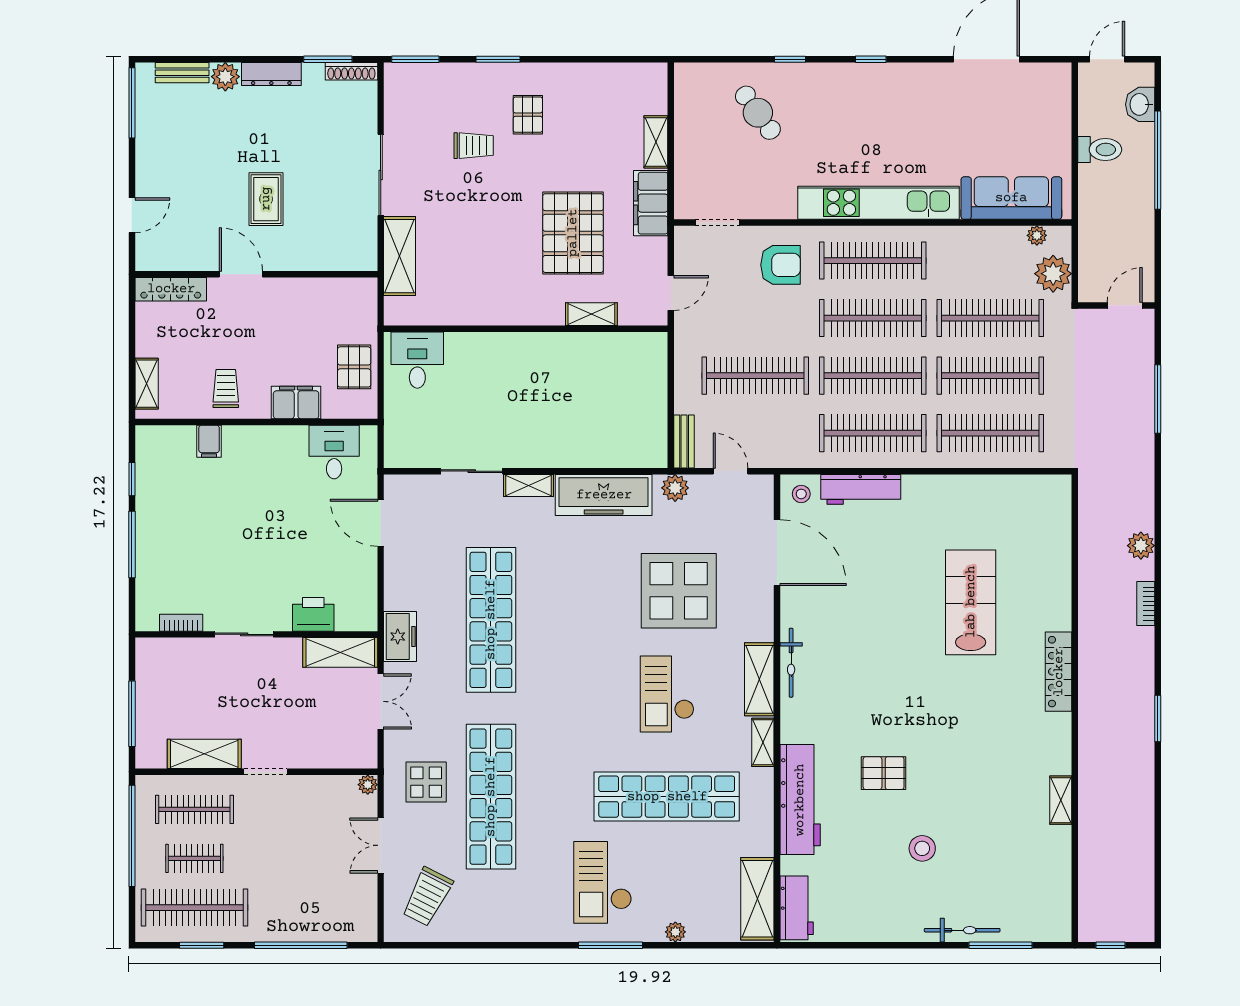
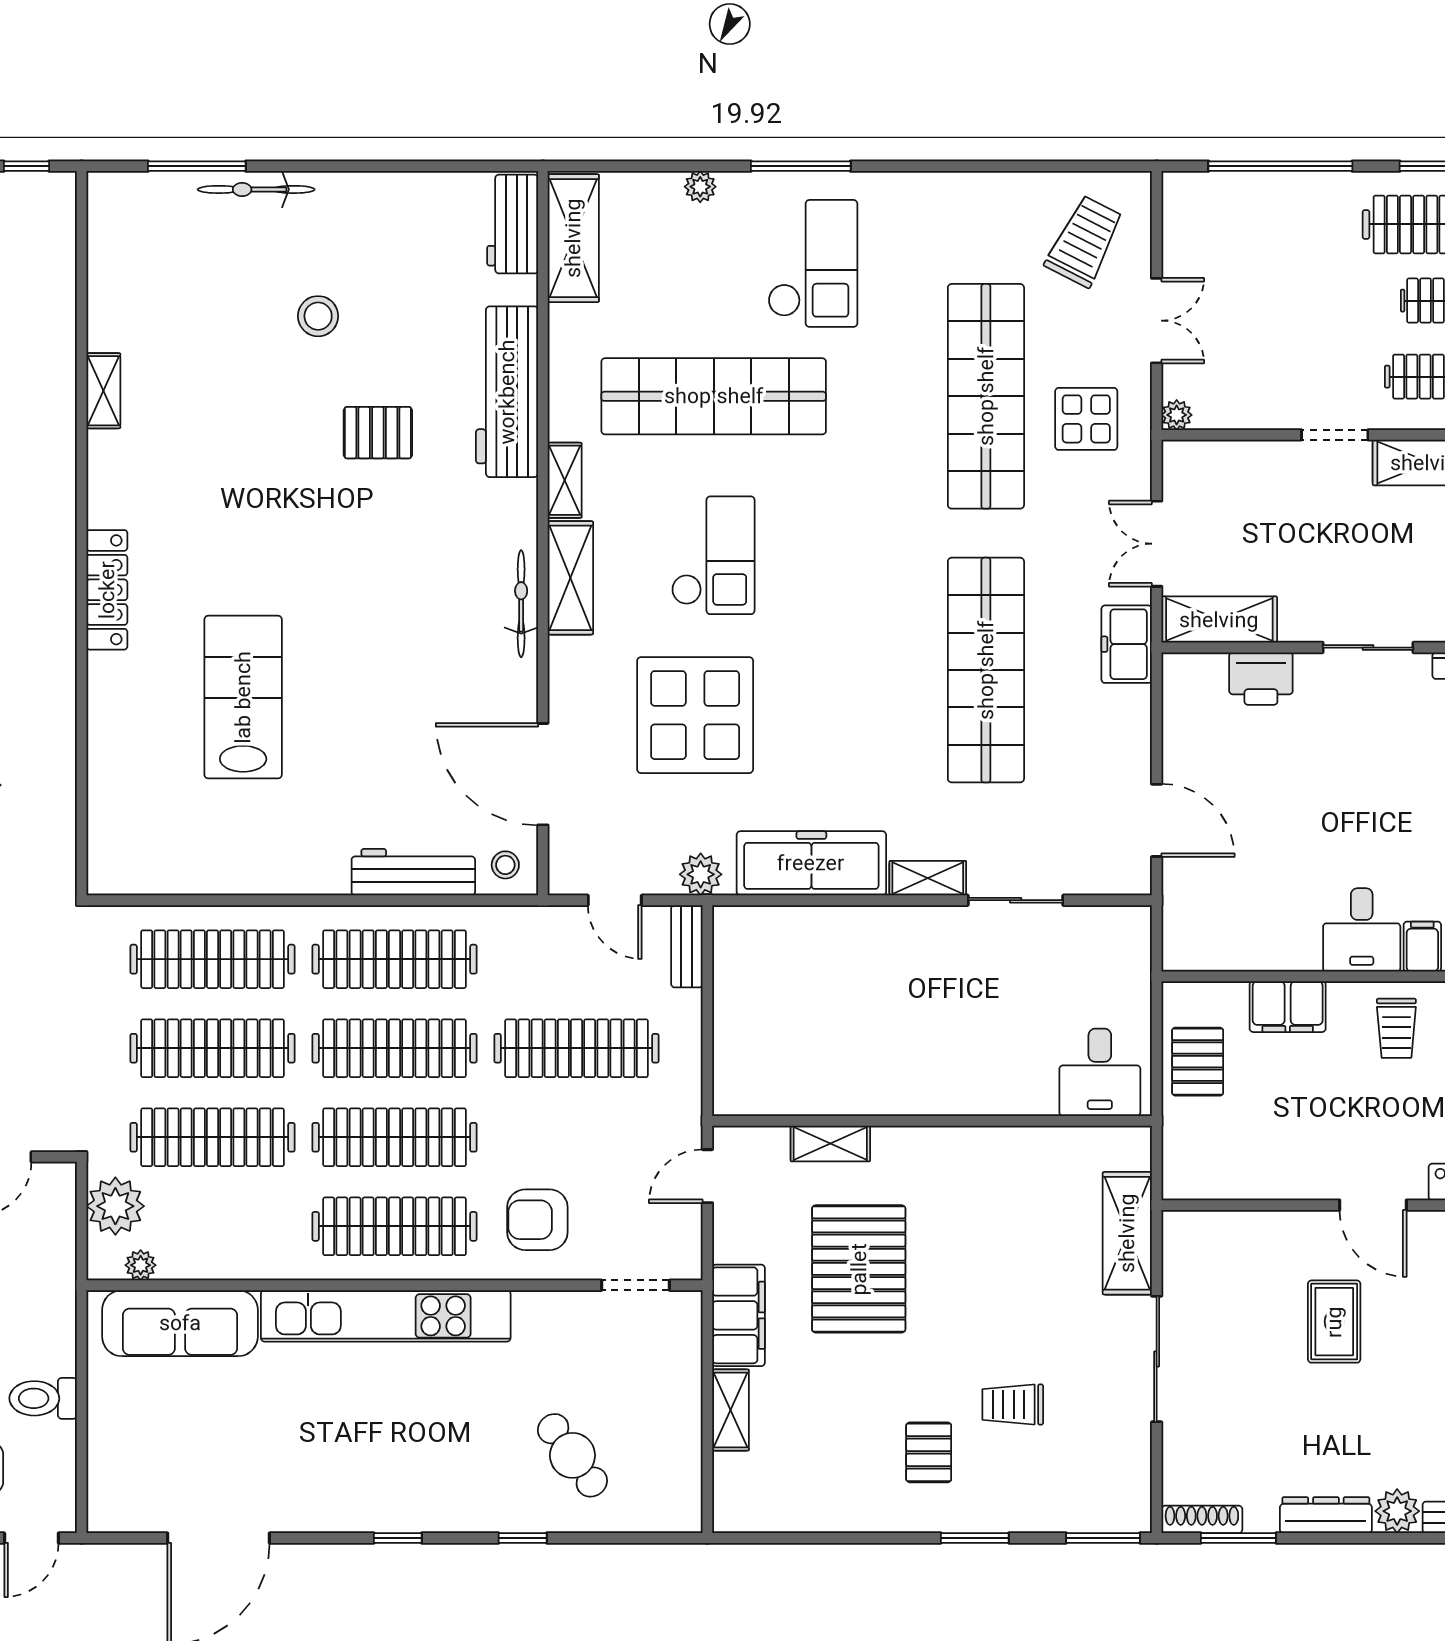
desk: (334, 452) -> (1362, 930), moved
lab bench: (971, 602) -> (243, 697), turned 180

